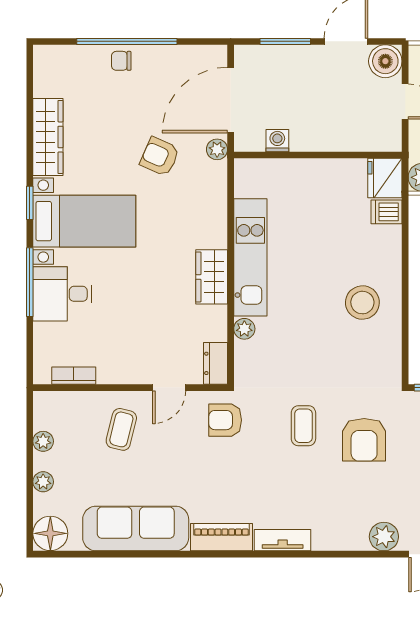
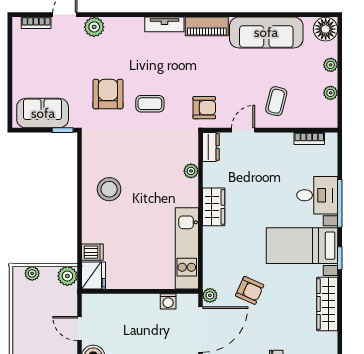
kitchen unit: (250, 257) -> (187, 248), moved
coffee table: (303, 426) -> (150, 104), turned 90

